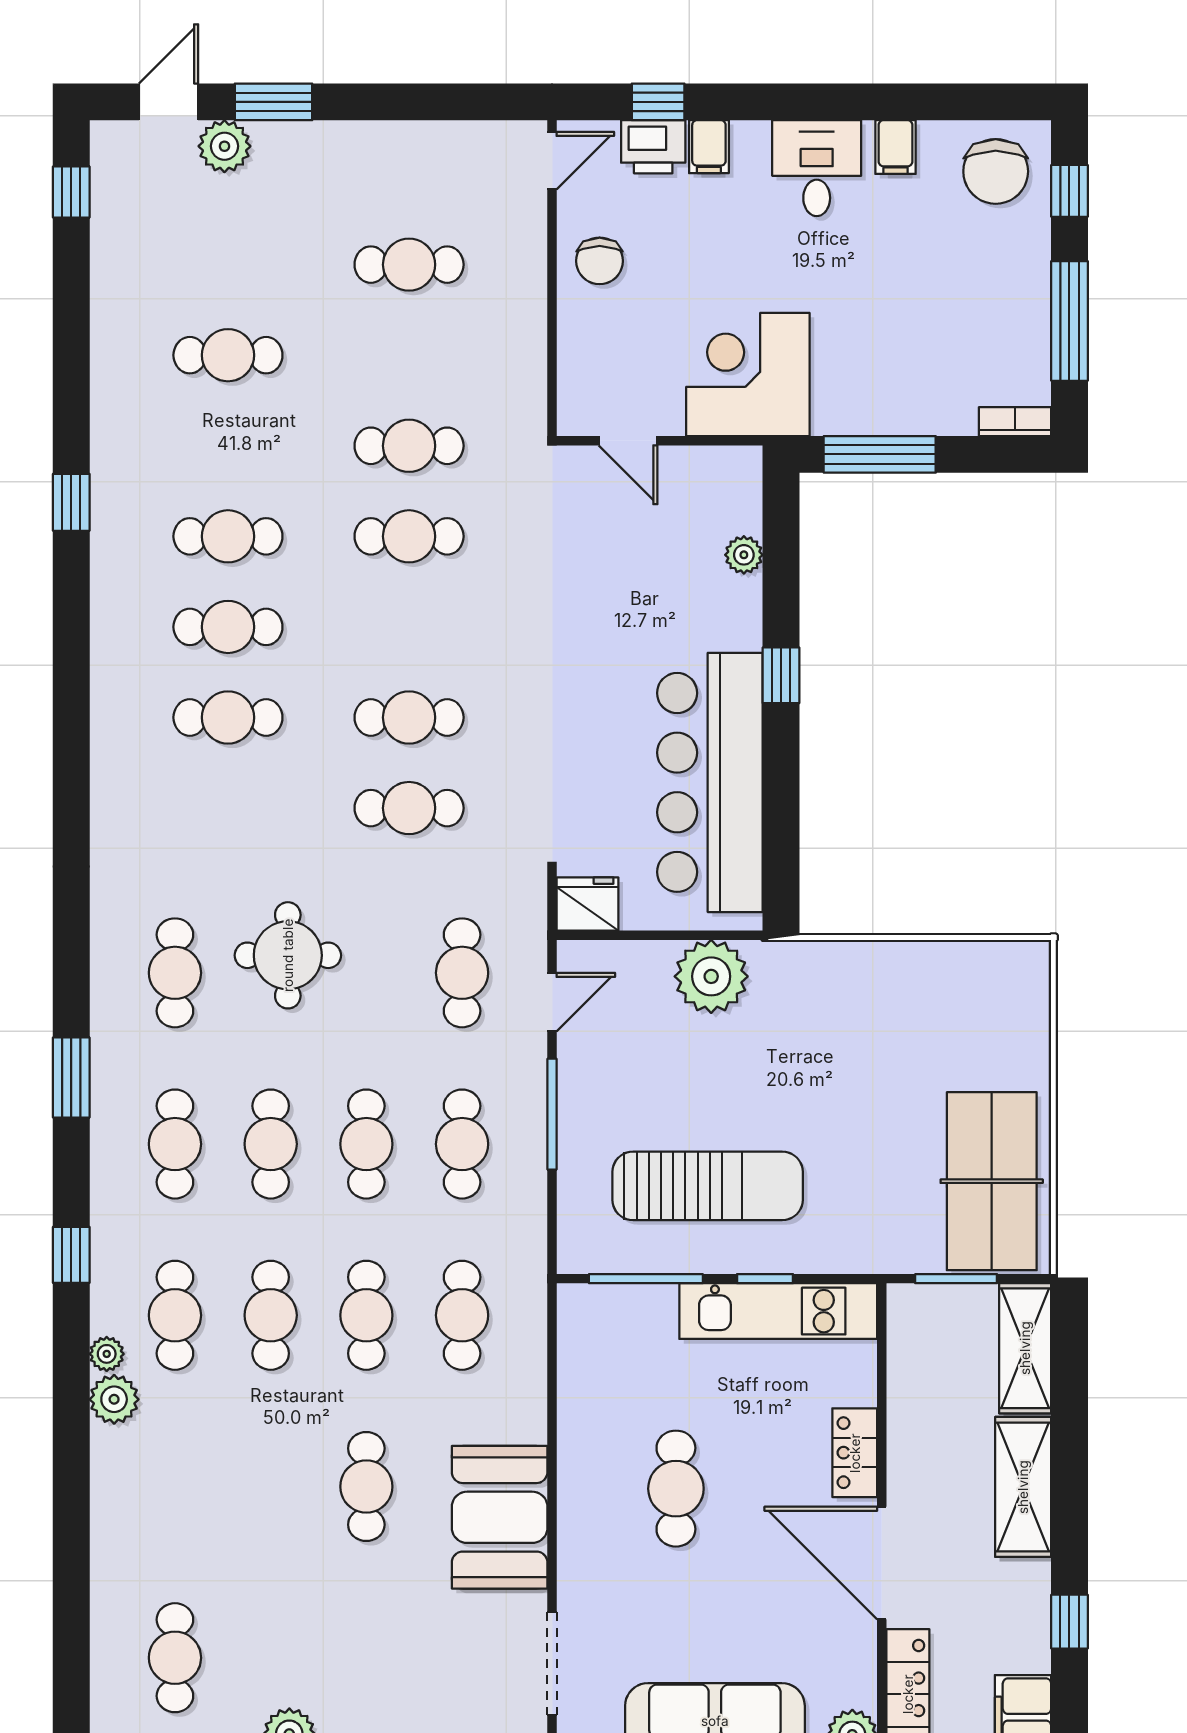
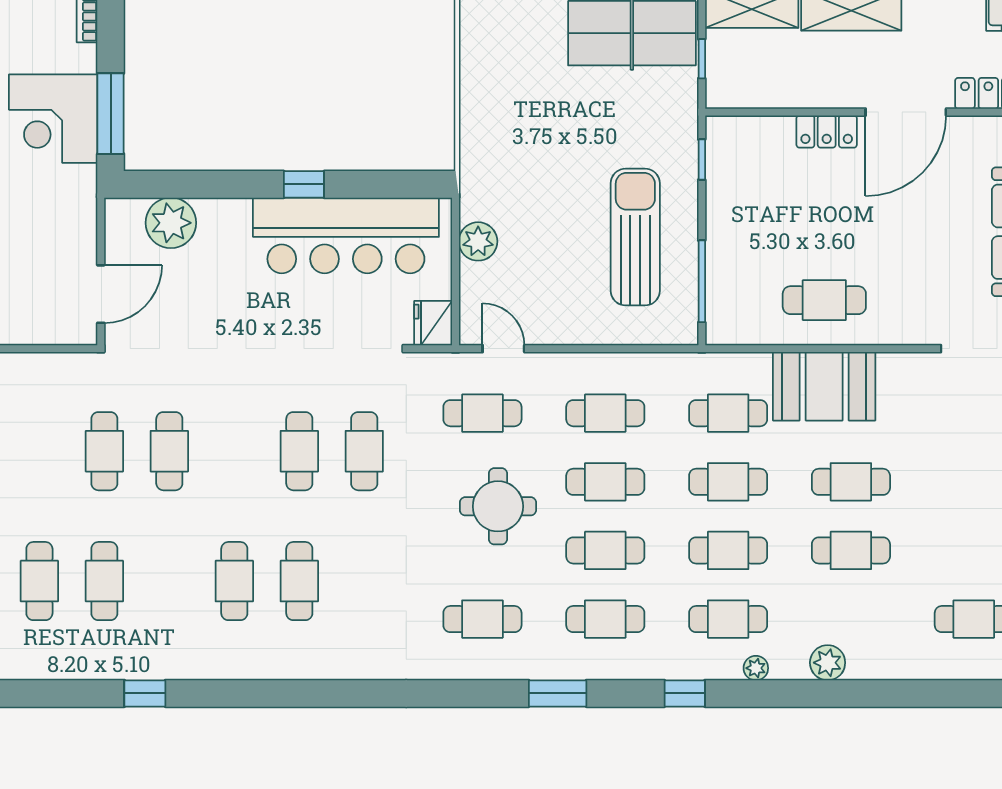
corner desk: (748, 374) -> (53, 119), moved
door: (628, 441) -> (101, 294), width x1.38
cafe table: (228, 536) -> (104, 581), moved
plant: (744, 555) -> (171, 223), width x1.87, depth x1.87
window: (781, 675) -> (304, 184), moved
round table: (288, 955) -> (498, 506), moved
plant: (711, 976) -> (478, 241), width x0.73, depth x0.73
window: (552, 1114) -> (584, 349), removed
window: (765, 1279) -> (702, 160), moved
window: (956, 1279) -> (702, 59), width x0.67
kitchen unit: (778, 1311) -> (725, 186), removed
plant: (114, 1399) -> (828, 663), moved
cafe table: (271, 1487) -> (851, 550), added
cafe table: (676, 1489) -> (824, 300), moved
booth: (500, 1517) -> (824, 386), moved

